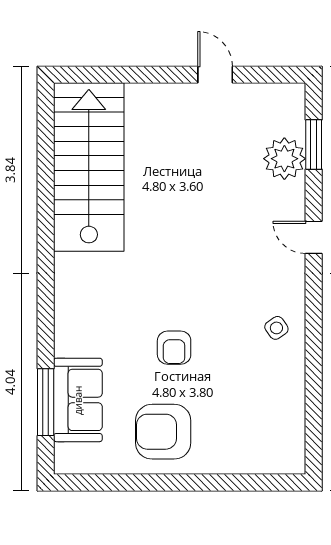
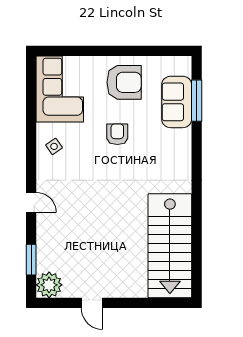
plant: (284, 159) -> (49, 285), moved
corner sofa: (267, 421) -> (60, 89), added

